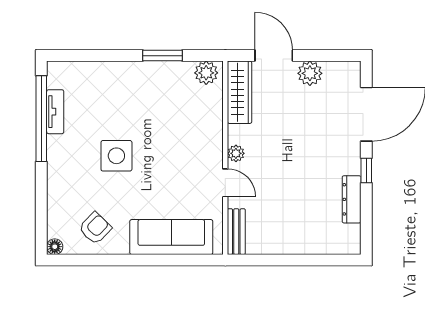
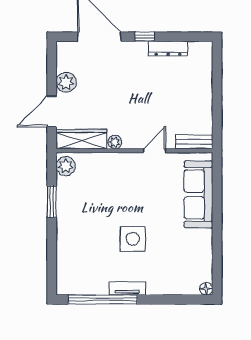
tv unit: (55, 112) -> (127, 288), moved
plant: (236, 153) -> (115, 142), moved
armchair: (95, 228) -> (191, 256), removed

